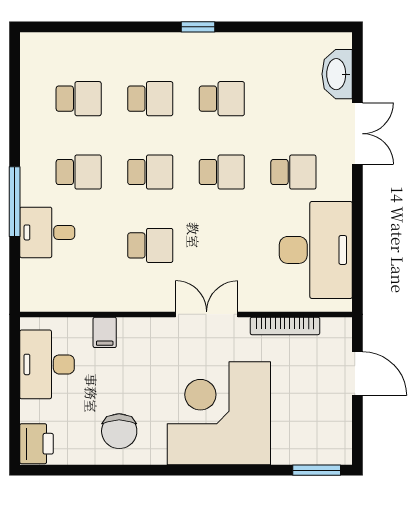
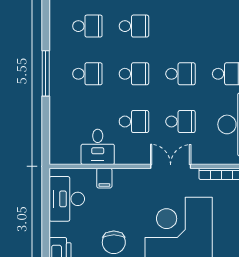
school desk: (222, 99) -> (181, 122), moved
window: (15, 202) -> (46, 73), moved
desk: (47, 232) -> (98, 147), moved, turned -90

